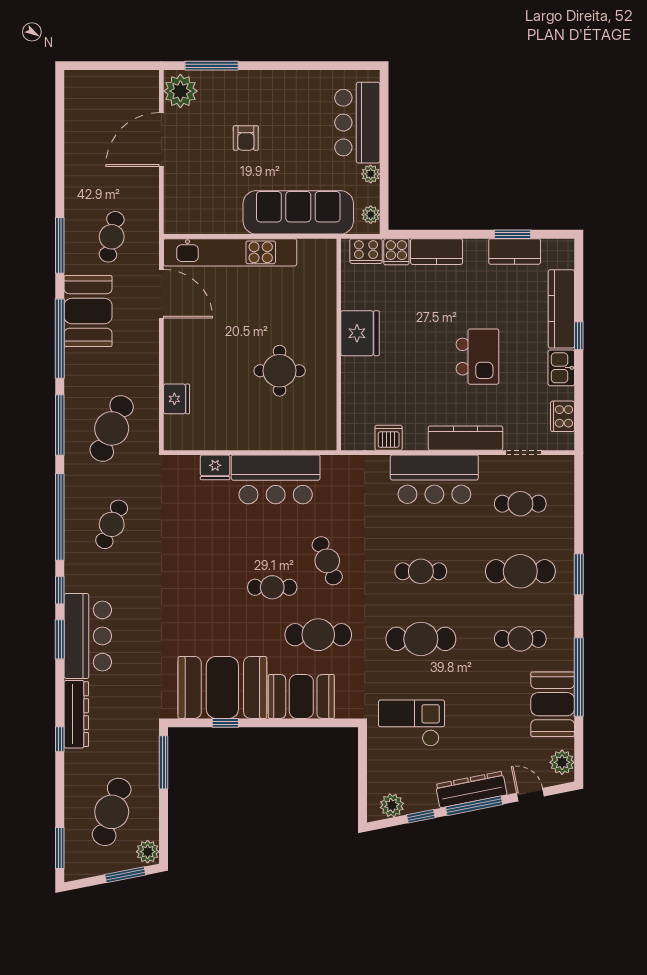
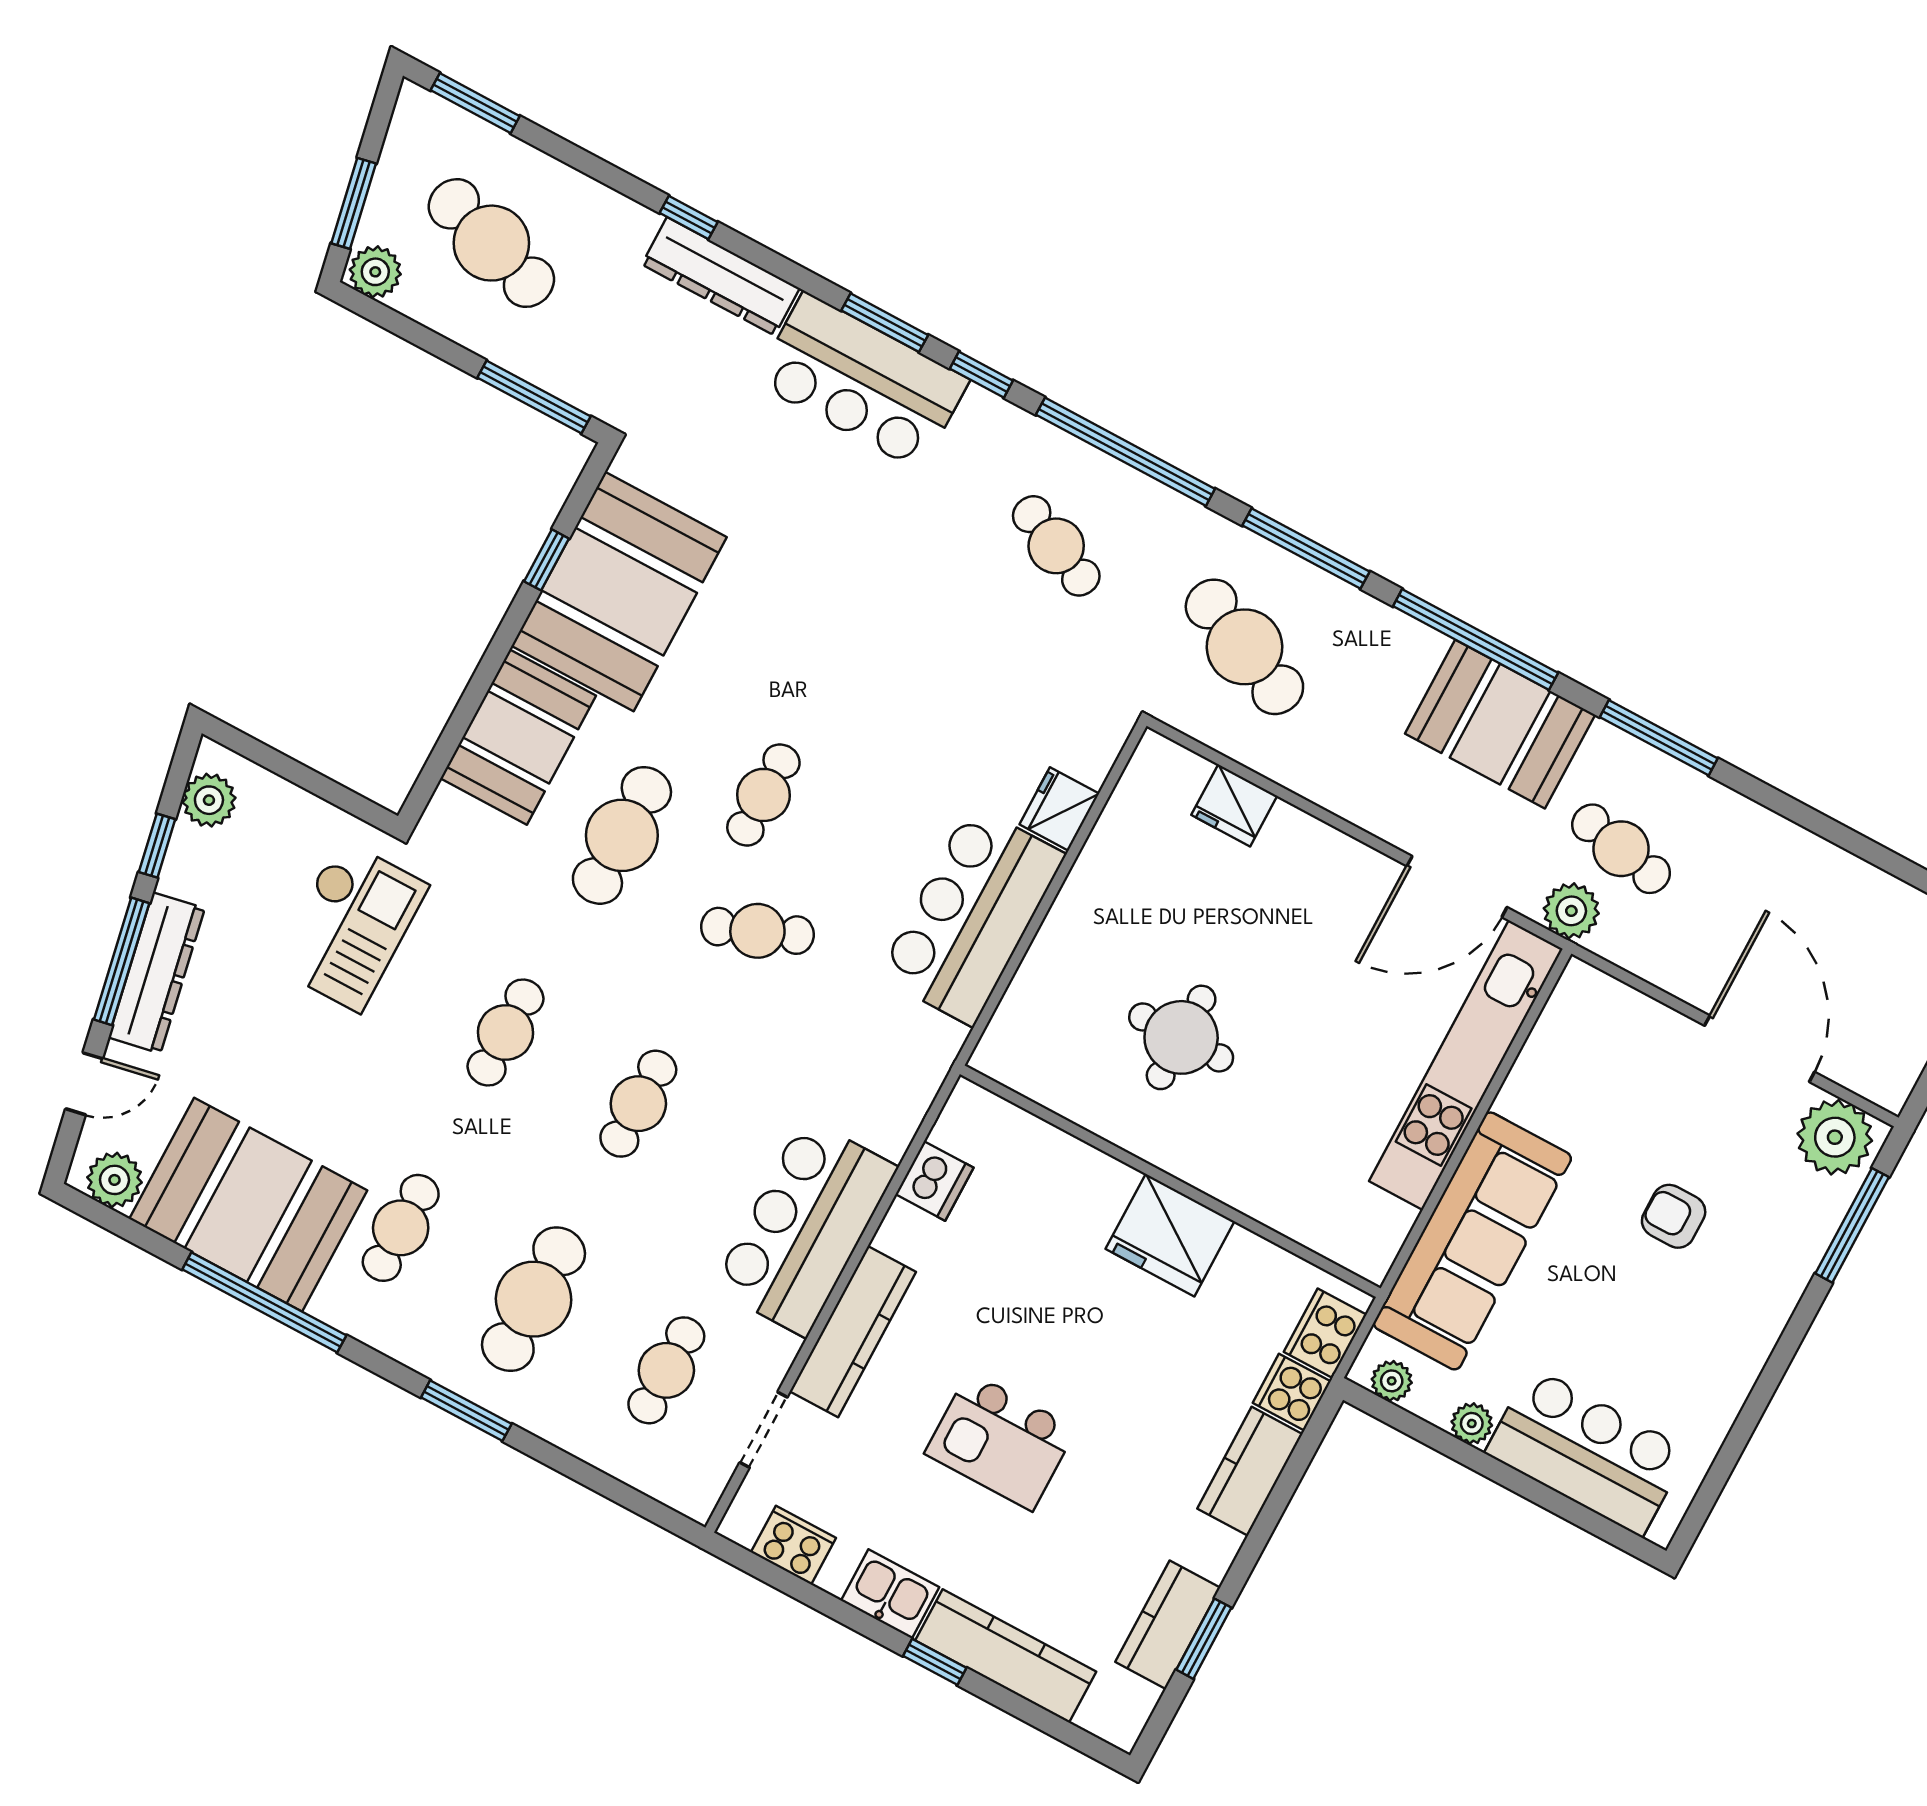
plant: (147, 243) -> (1571, 911), added
cafe table: (421, 639) -> (505, 1032), width x0.73, depth x0.74
booth: (553, 704) -> (248, 1205), width x1.36, depth x1.42

